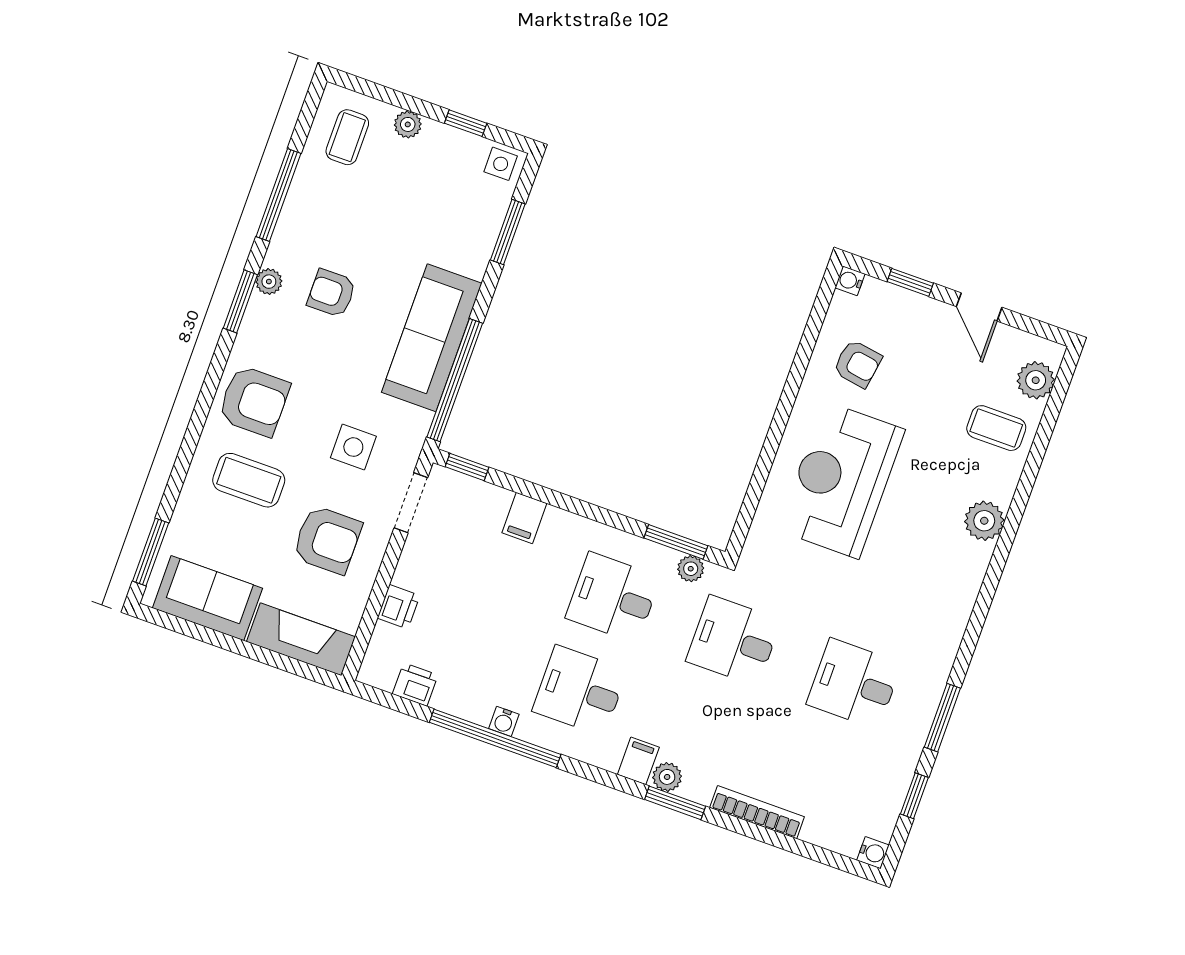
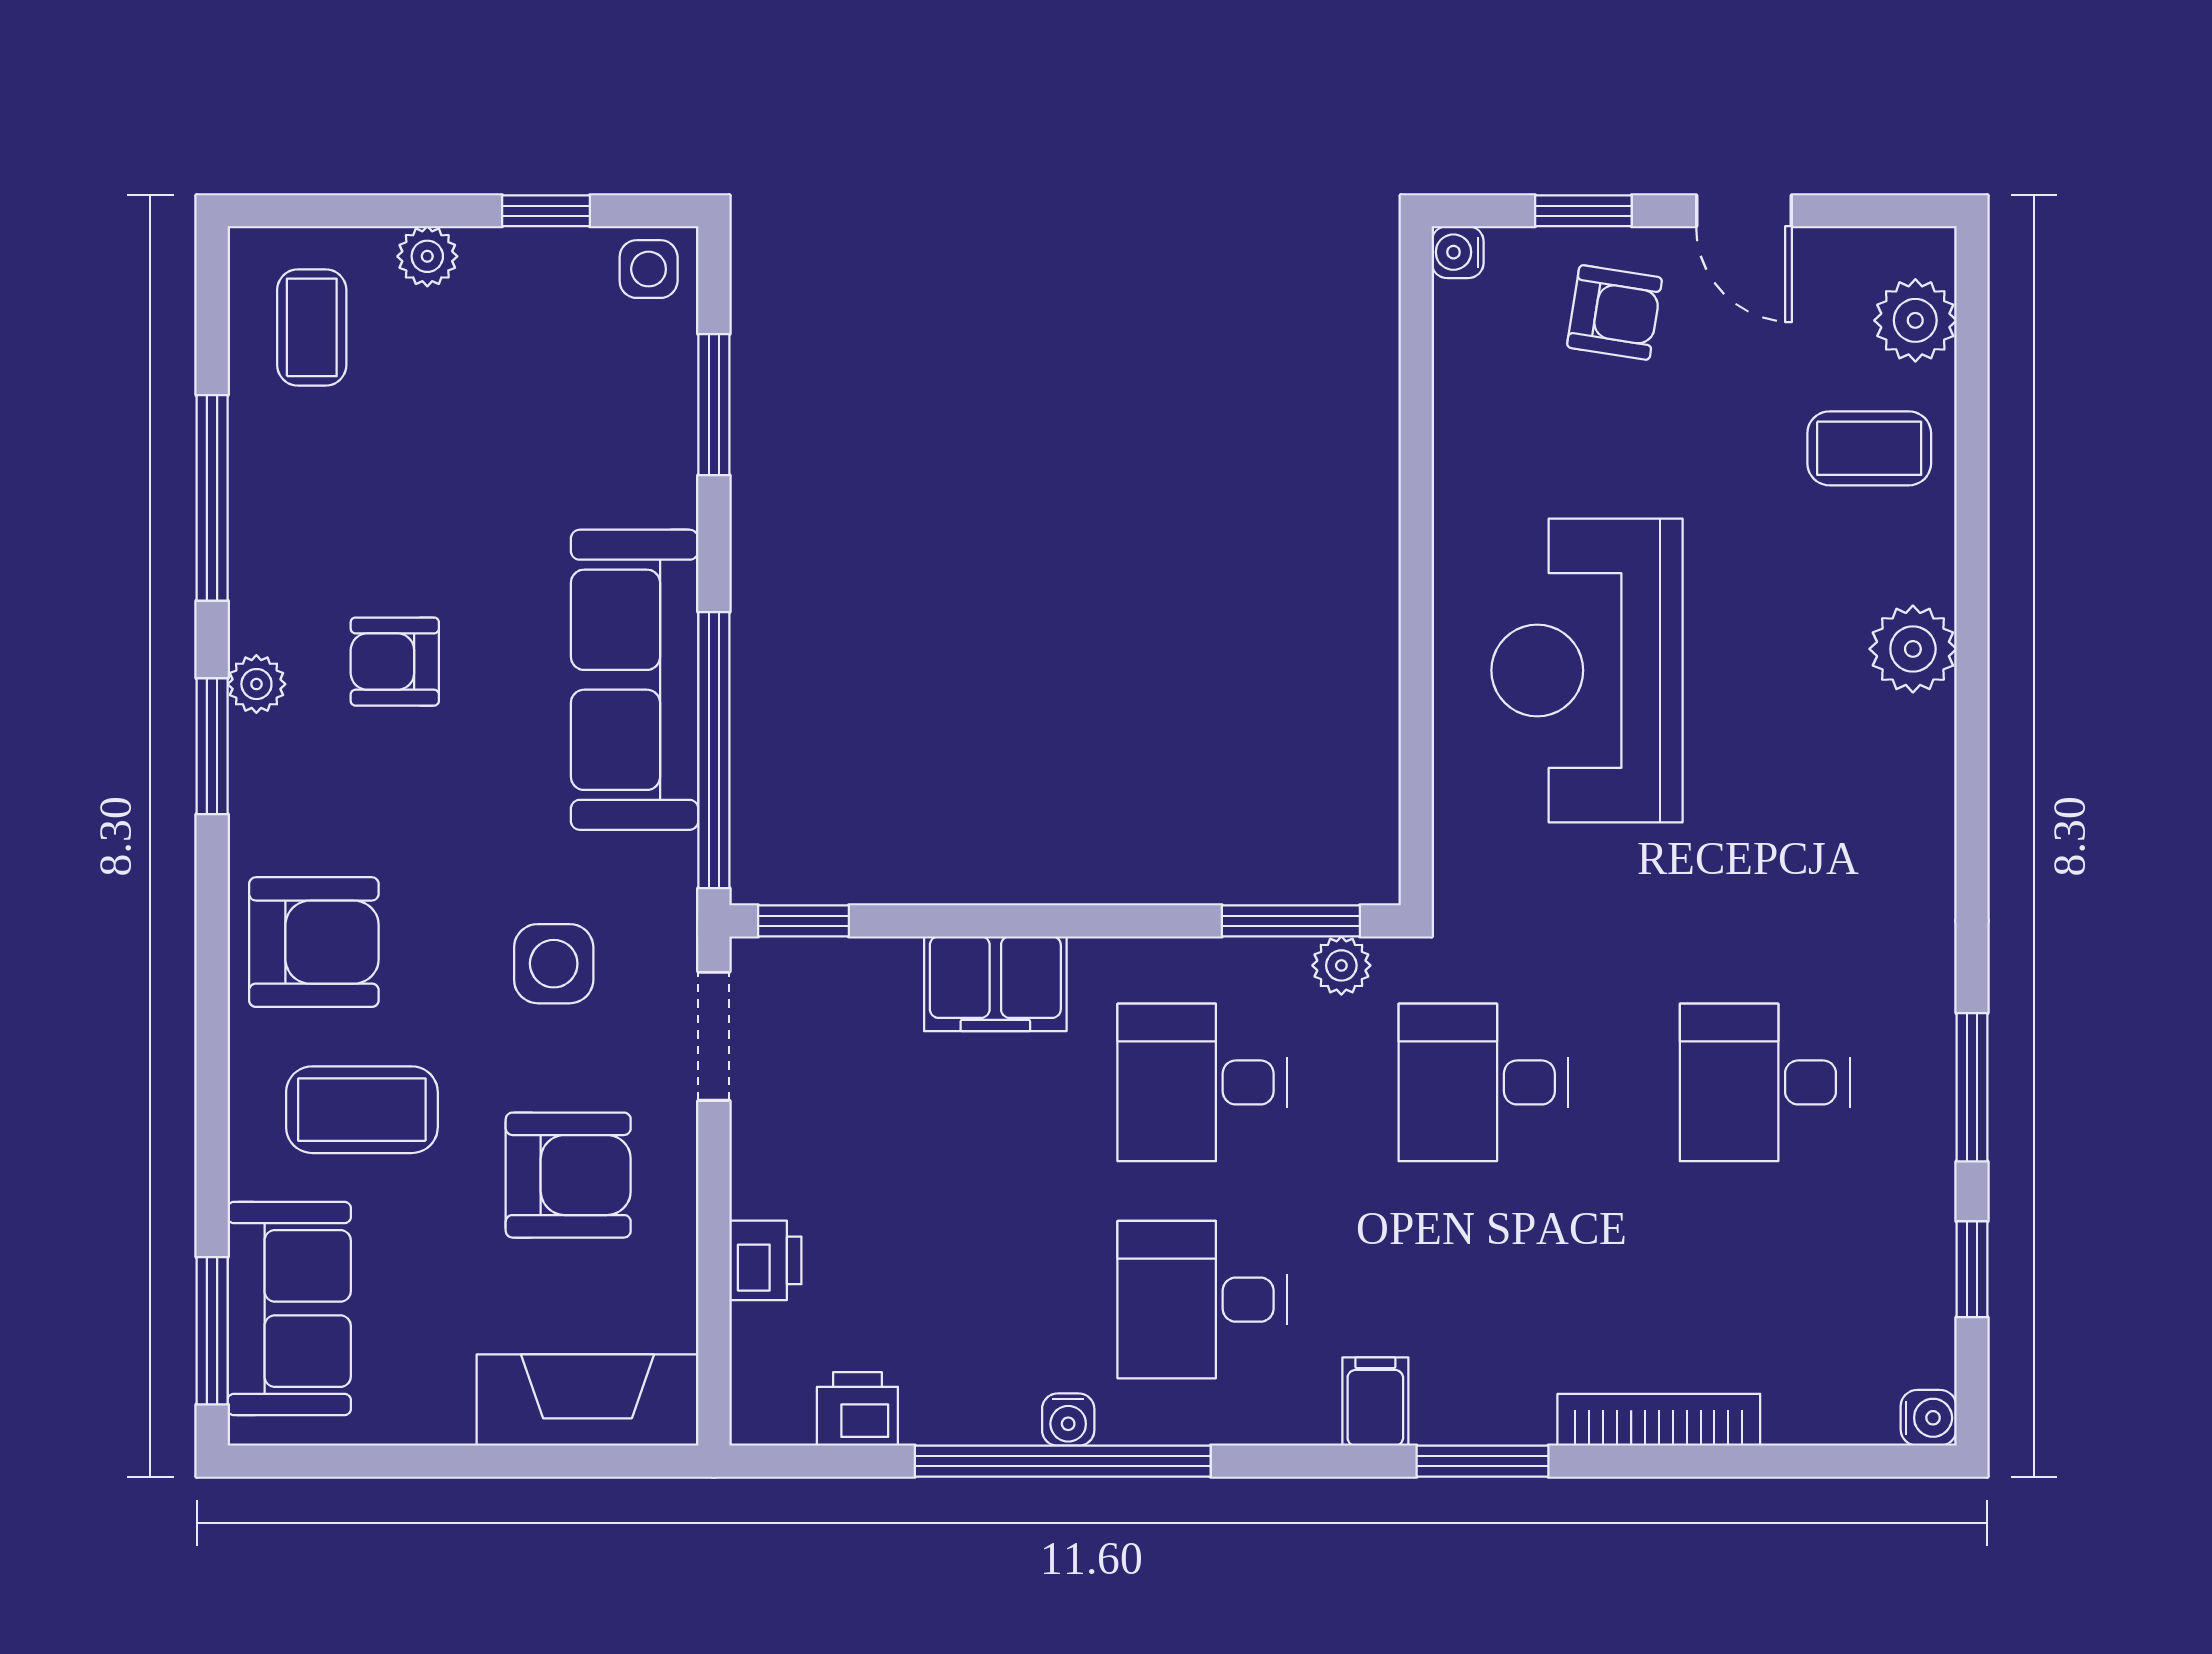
armchair: (858, 364) -> (1614, 312), moved
filing cabinet: (524, 518) -> (995, 984), width x2.00
sofa: (207, 598) -> (289, 1309), moved, turned 90
plant: (667, 777) -> (1447, 1414), removed

